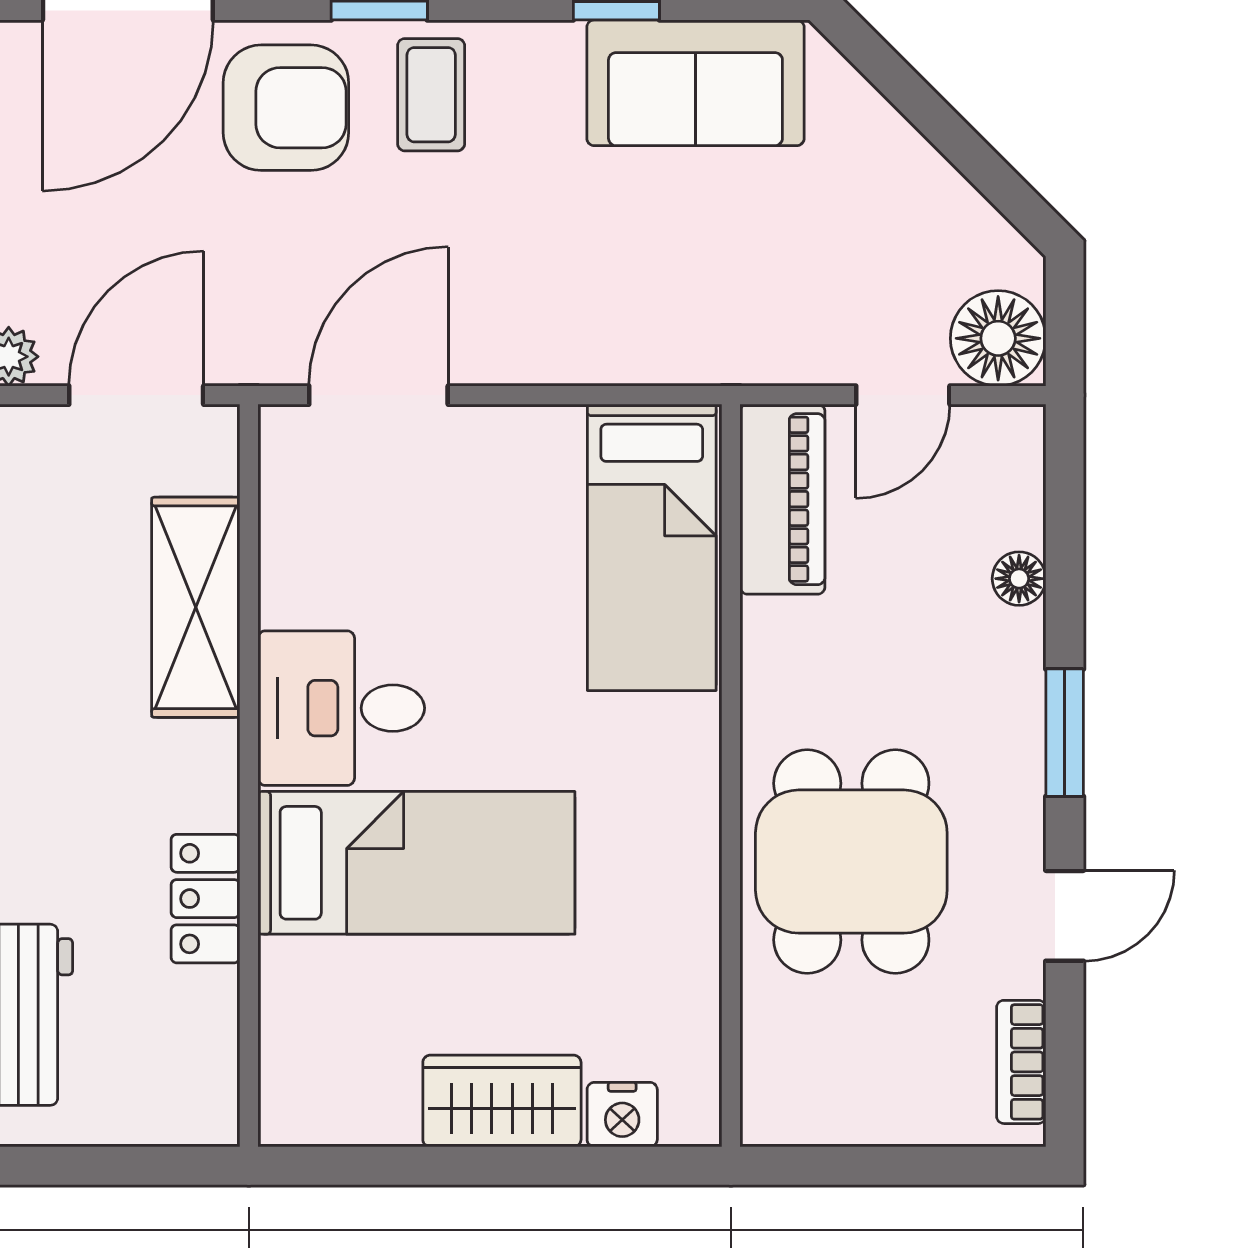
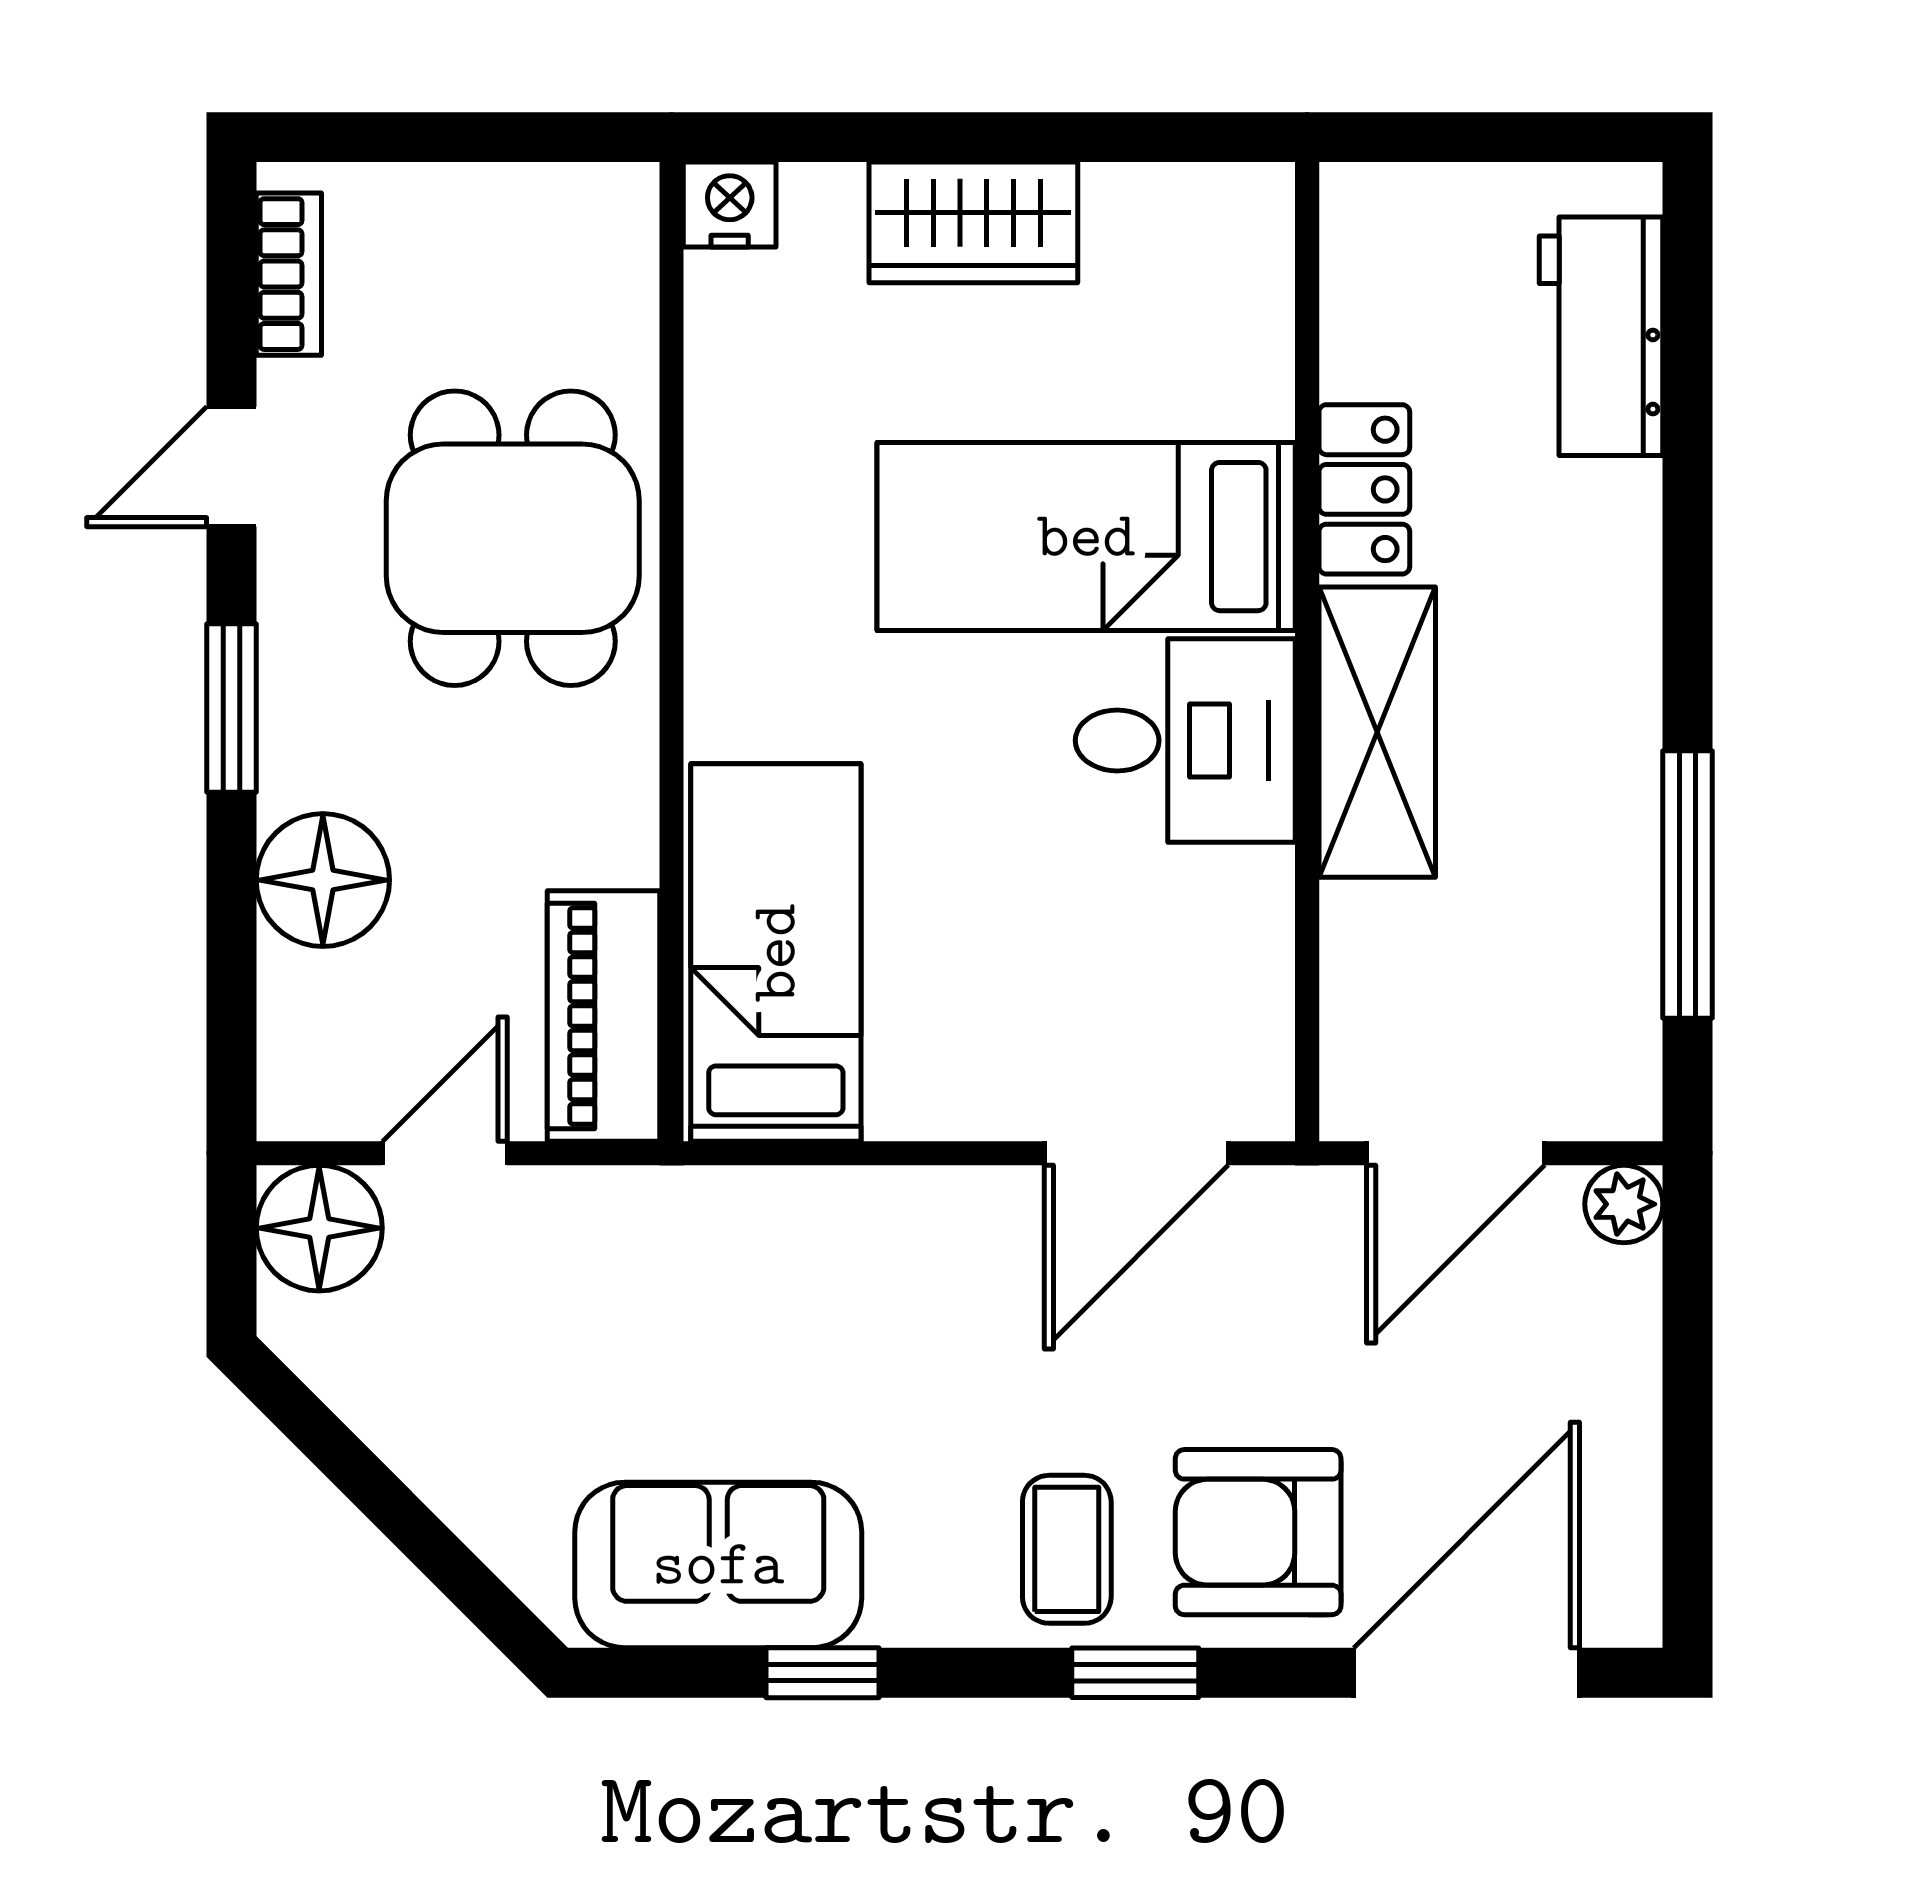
floor lamp: (1019, 579) -> (323, 880), width x1.89, depth x1.89
shelving: (196, 607) -> (1377, 732), moved
nightstand: (622, 1115) -> (730, 205), moved

